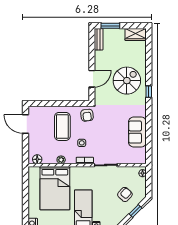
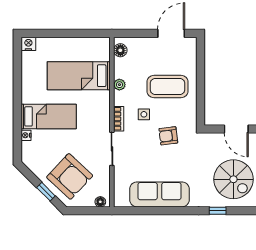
armchair: (87, 115) -> (168, 136), moved
sofa: (137, 132) -> (159, 194), width x1.36
bed: (55, 188) -> (79, 76), width x0.67
armchair: (125, 194) -> (70, 176), width x1.88, depth x1.88

